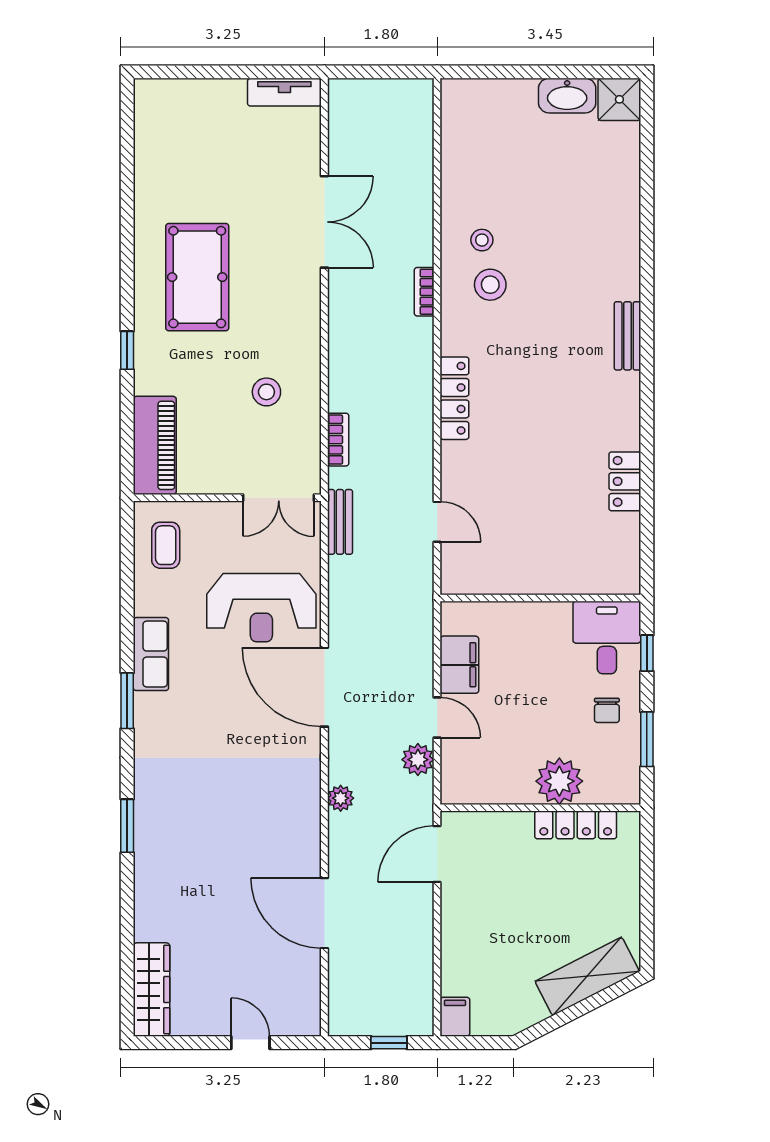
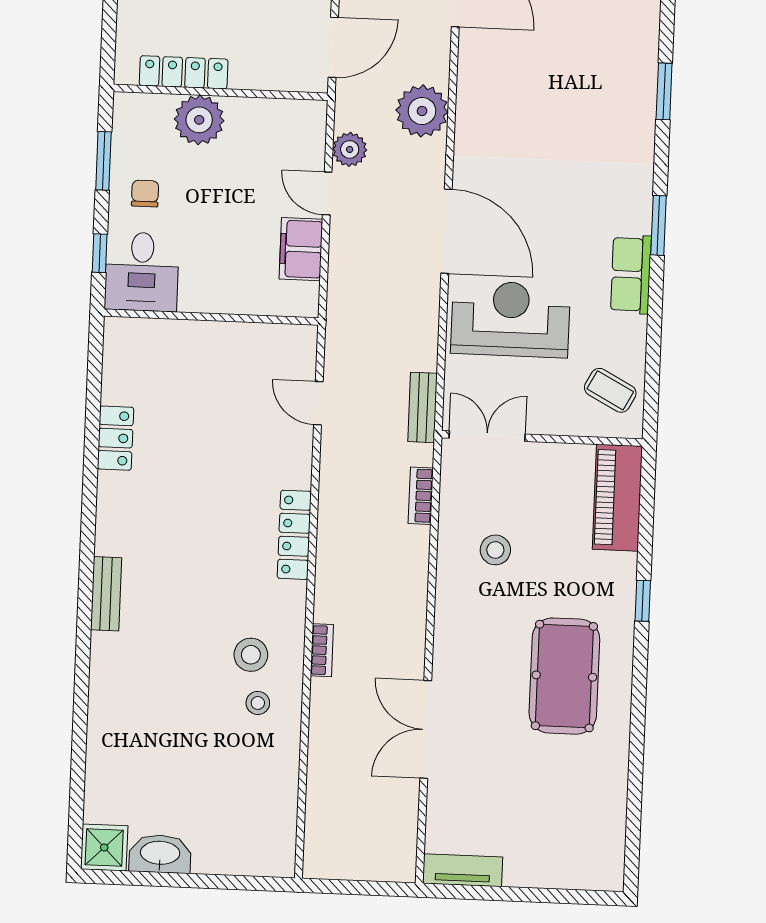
coffee table: (166, 545) -> (610, 390), turned -62
plant: (341, 798) -> (422, 111), width x1.87, depth x1.87

